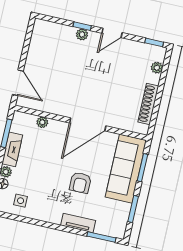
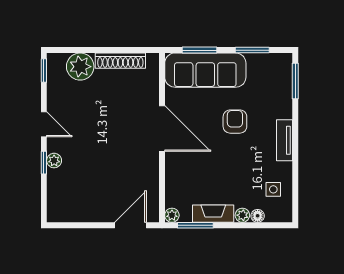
plant: (157, 68) -> (80, 67), width x1.88, depth x1.88
plant: (42, 122) -> (172, 215), moved
armchair: (80, 183) -> (235, 122), turned -90
tv unit: (78, 223) -> (284, 140), moved

